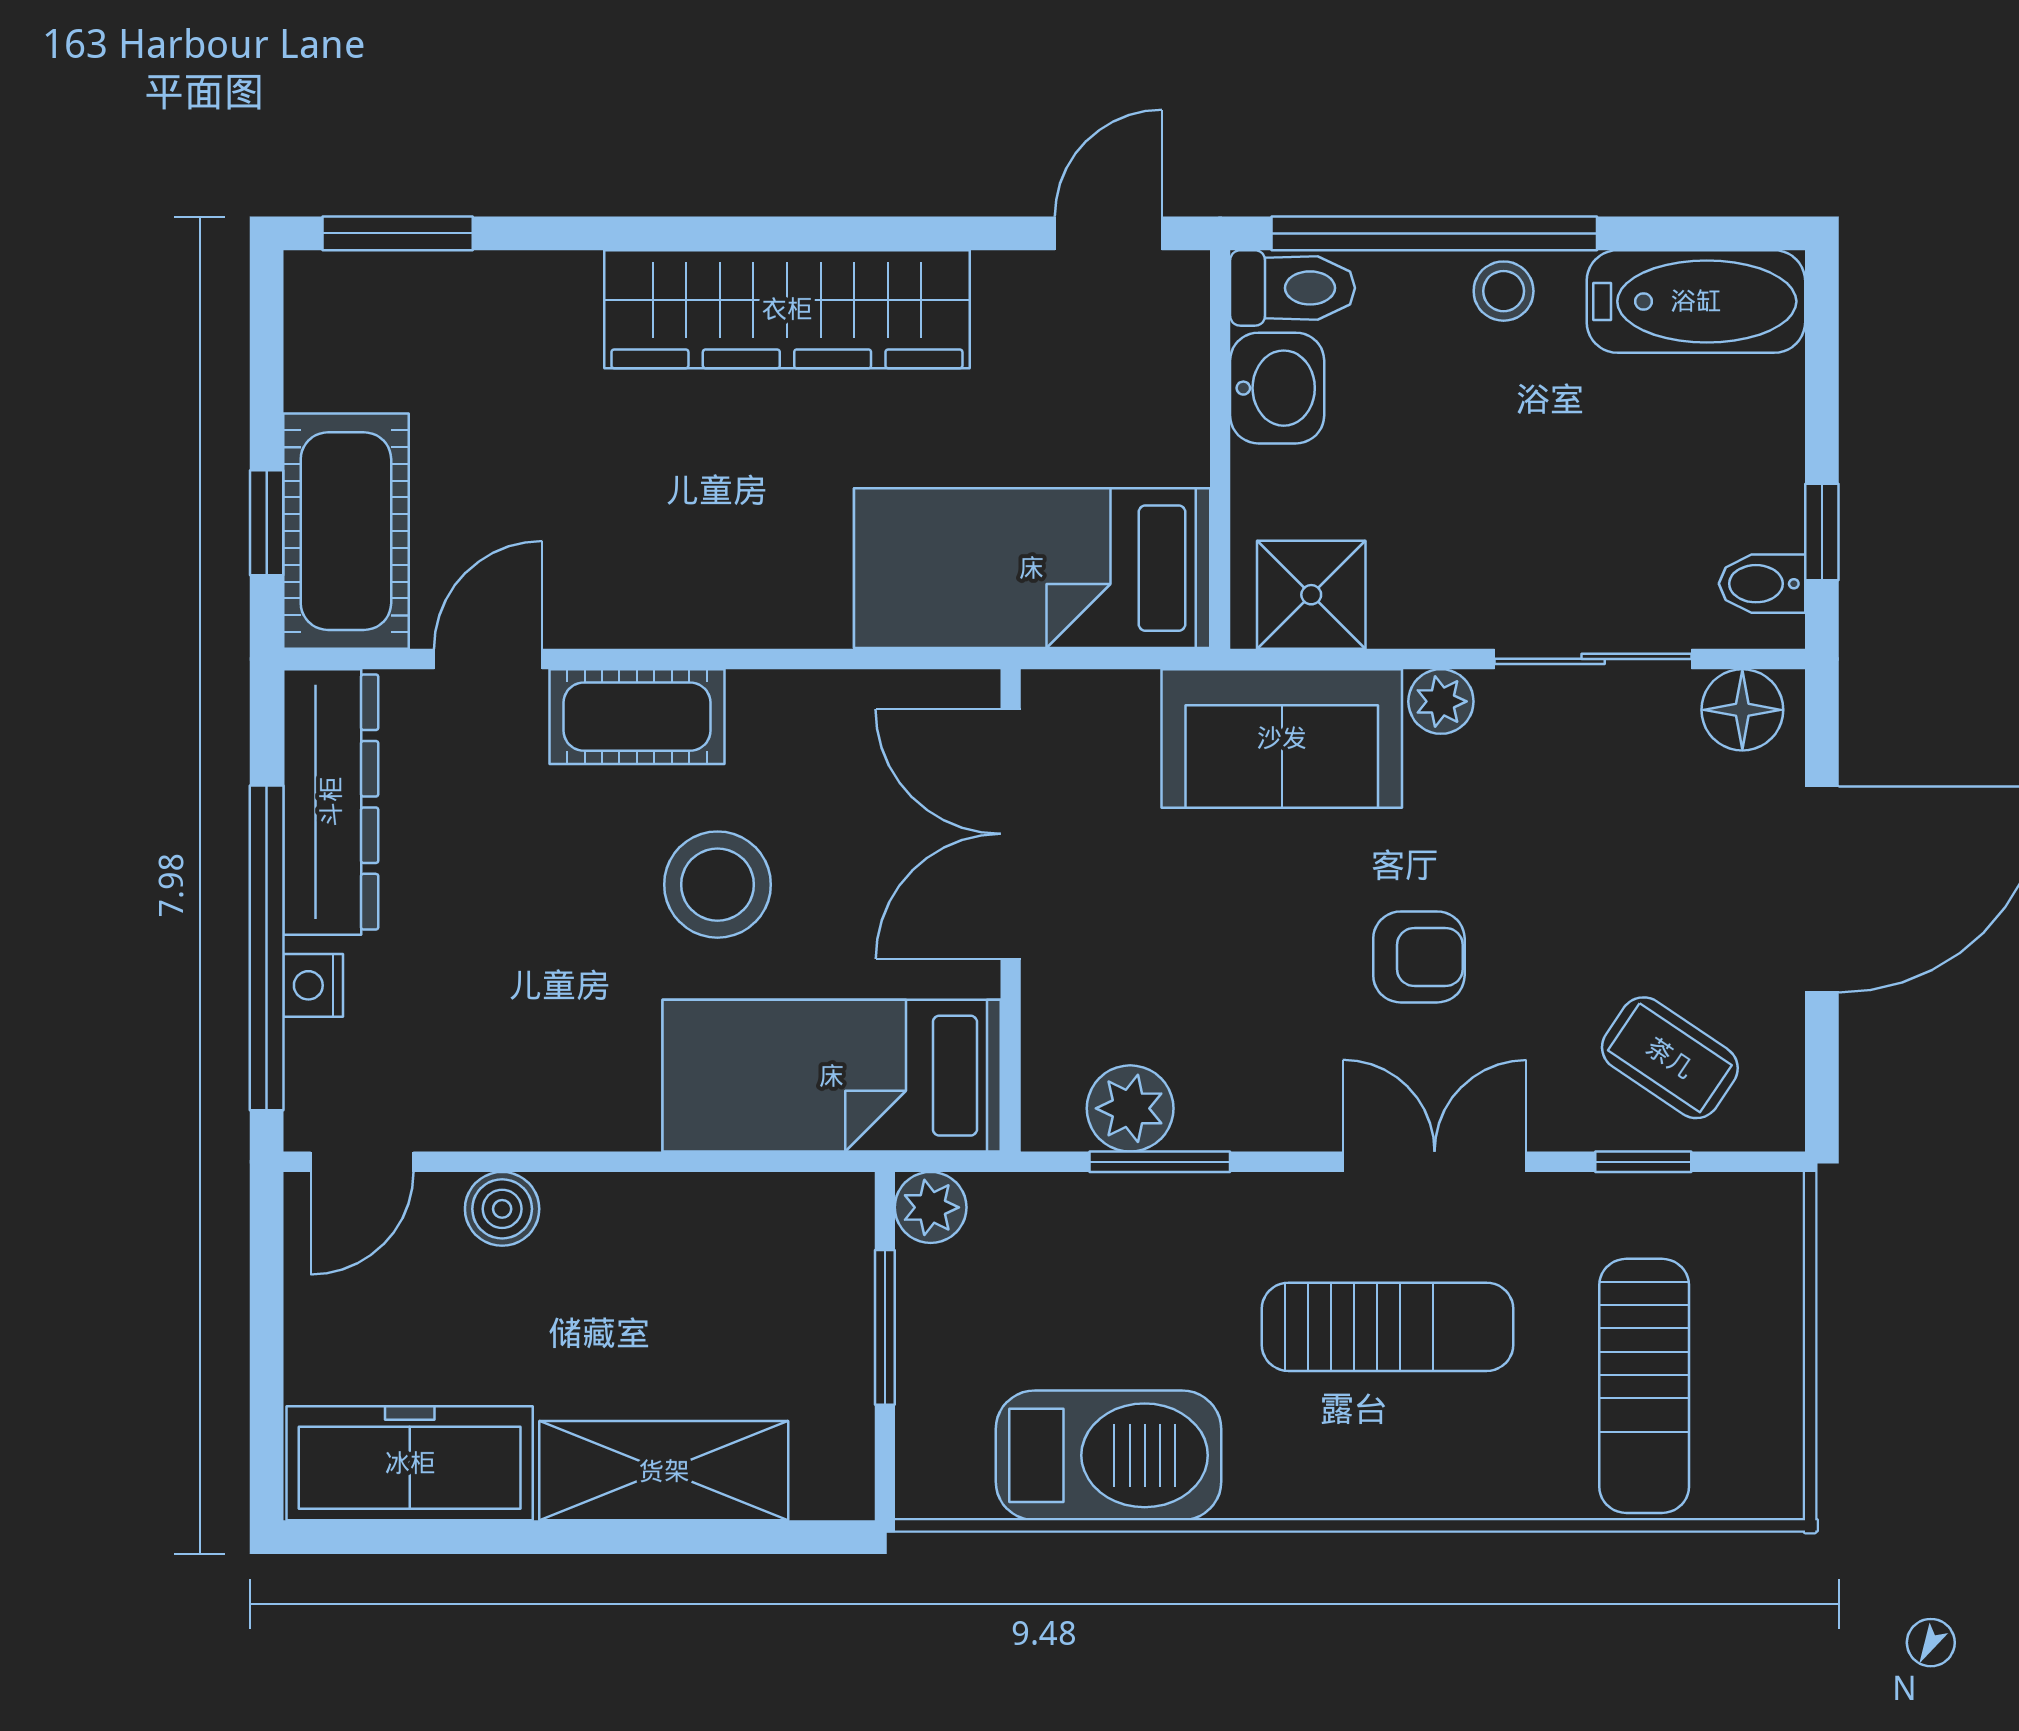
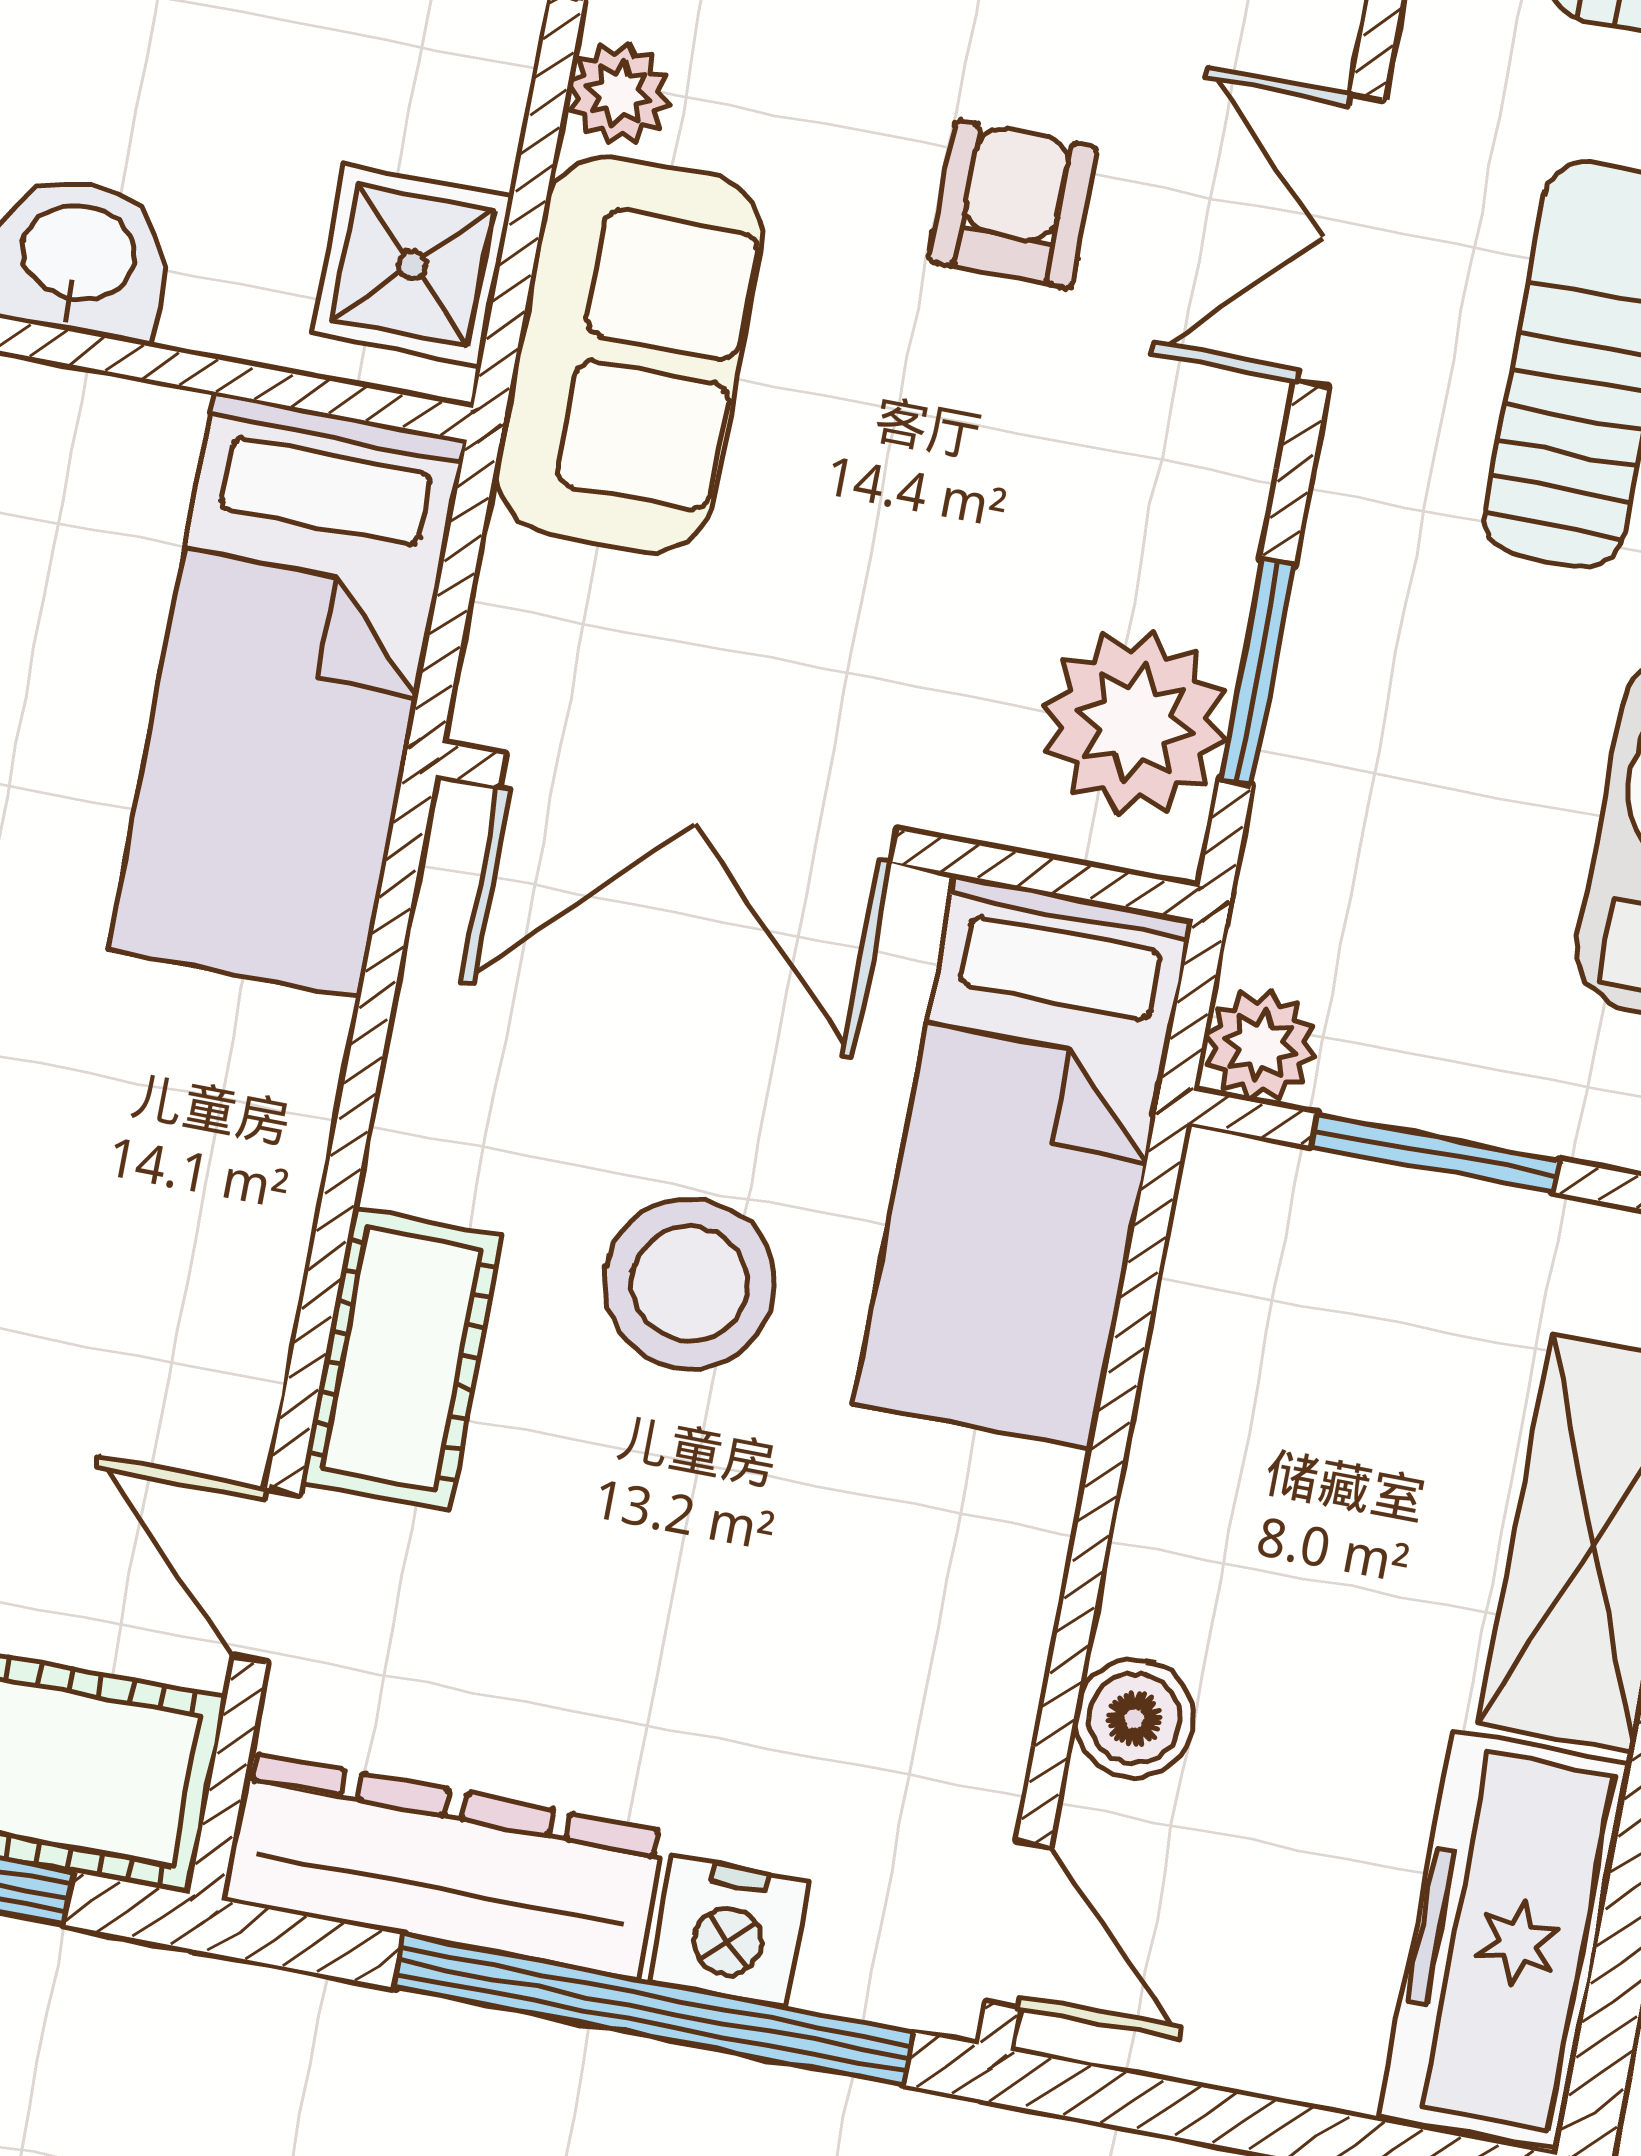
nightstand: (313, 985) -> (730, 1932), width x1.39, depth x1.35
plant: (1130, 1108) -> (1135, 723), width x1.36, depth x1.36

